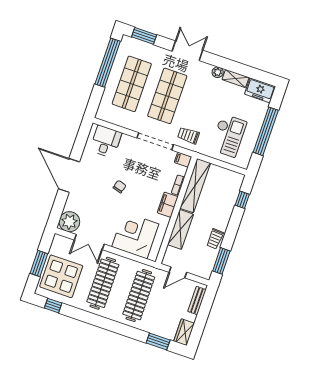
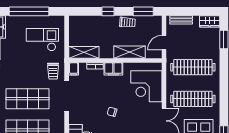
shelving: (195, 186) -> (84, 52), width x0.68
window: (242, 200) -> (108, 11), moved
door: (178, 272) -> (164, 43), swing flipped

